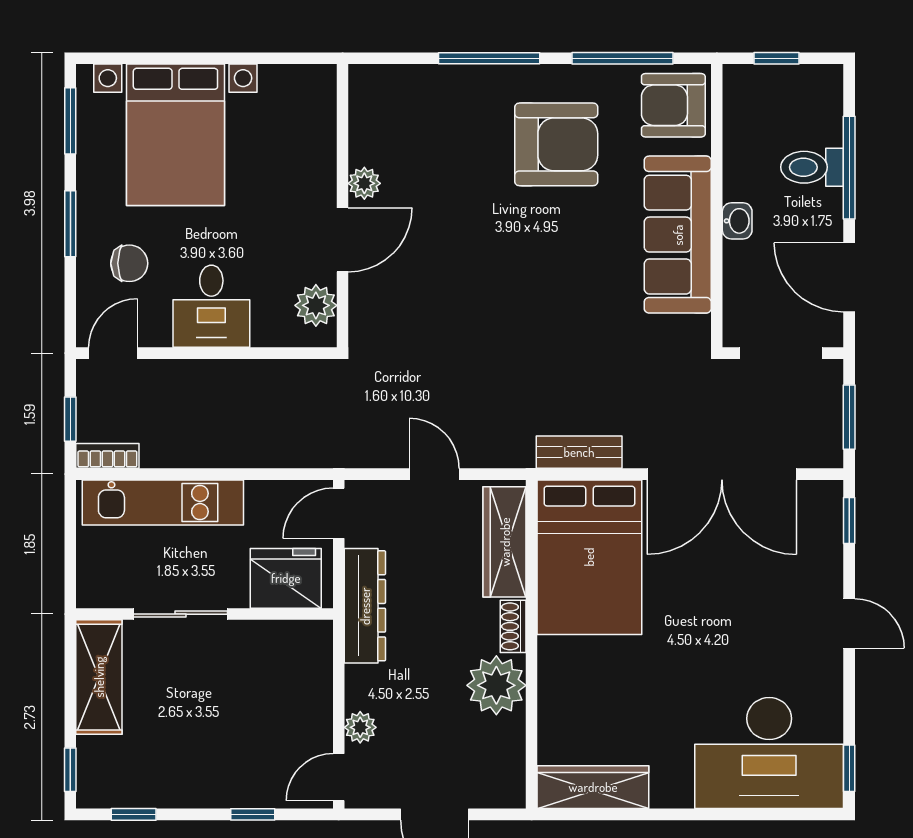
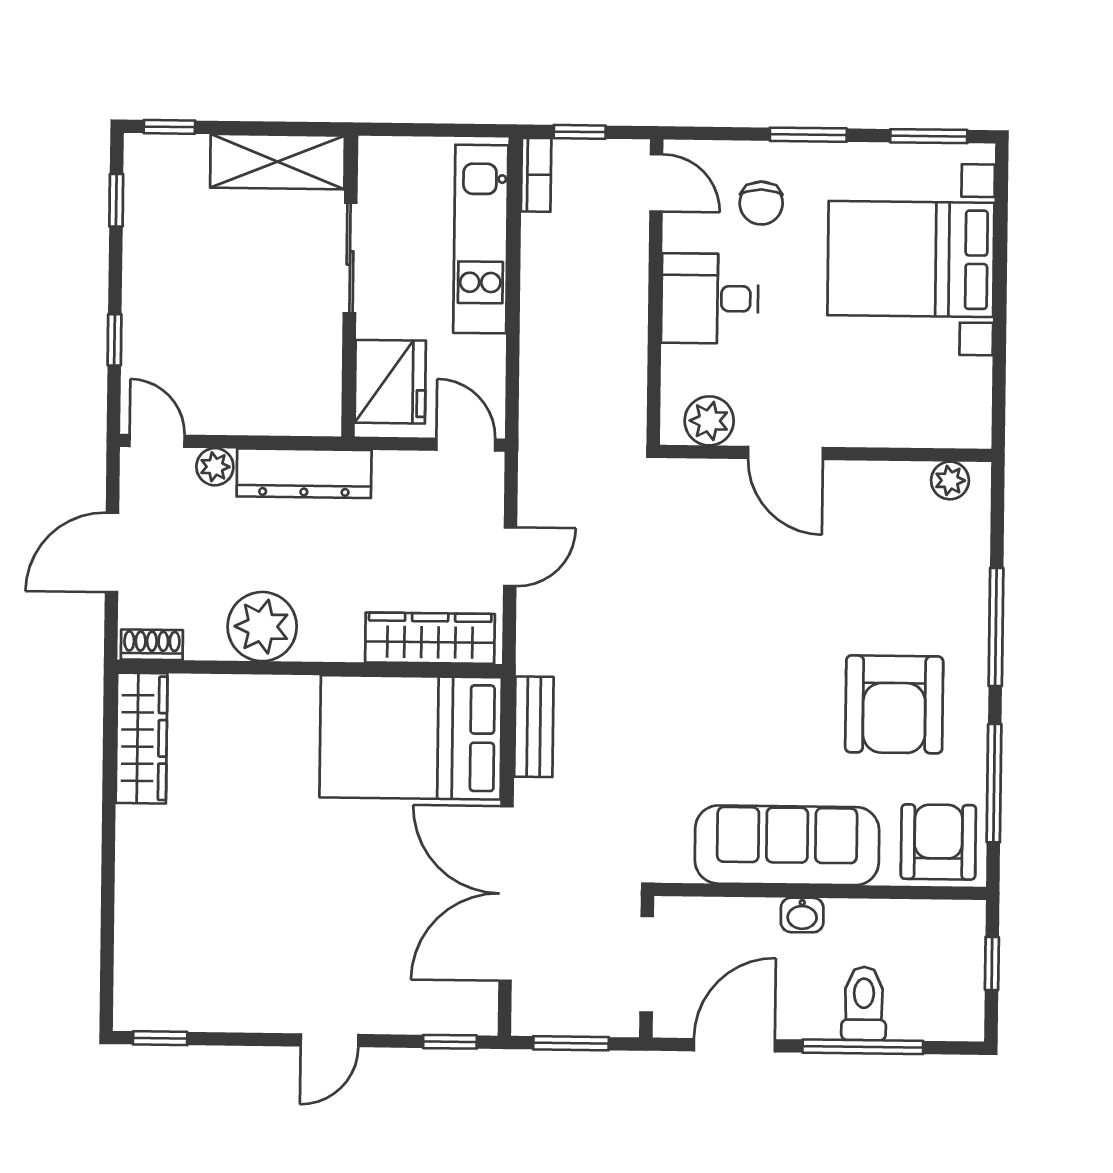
plant: (364, 183) -> (950, 480), moved
dresser: (365, 606) -> (304, 473), moved
shoe rack: (513, 626) -> (152, 645), moved
desk: (769, 753) -> (179, 945), removed

